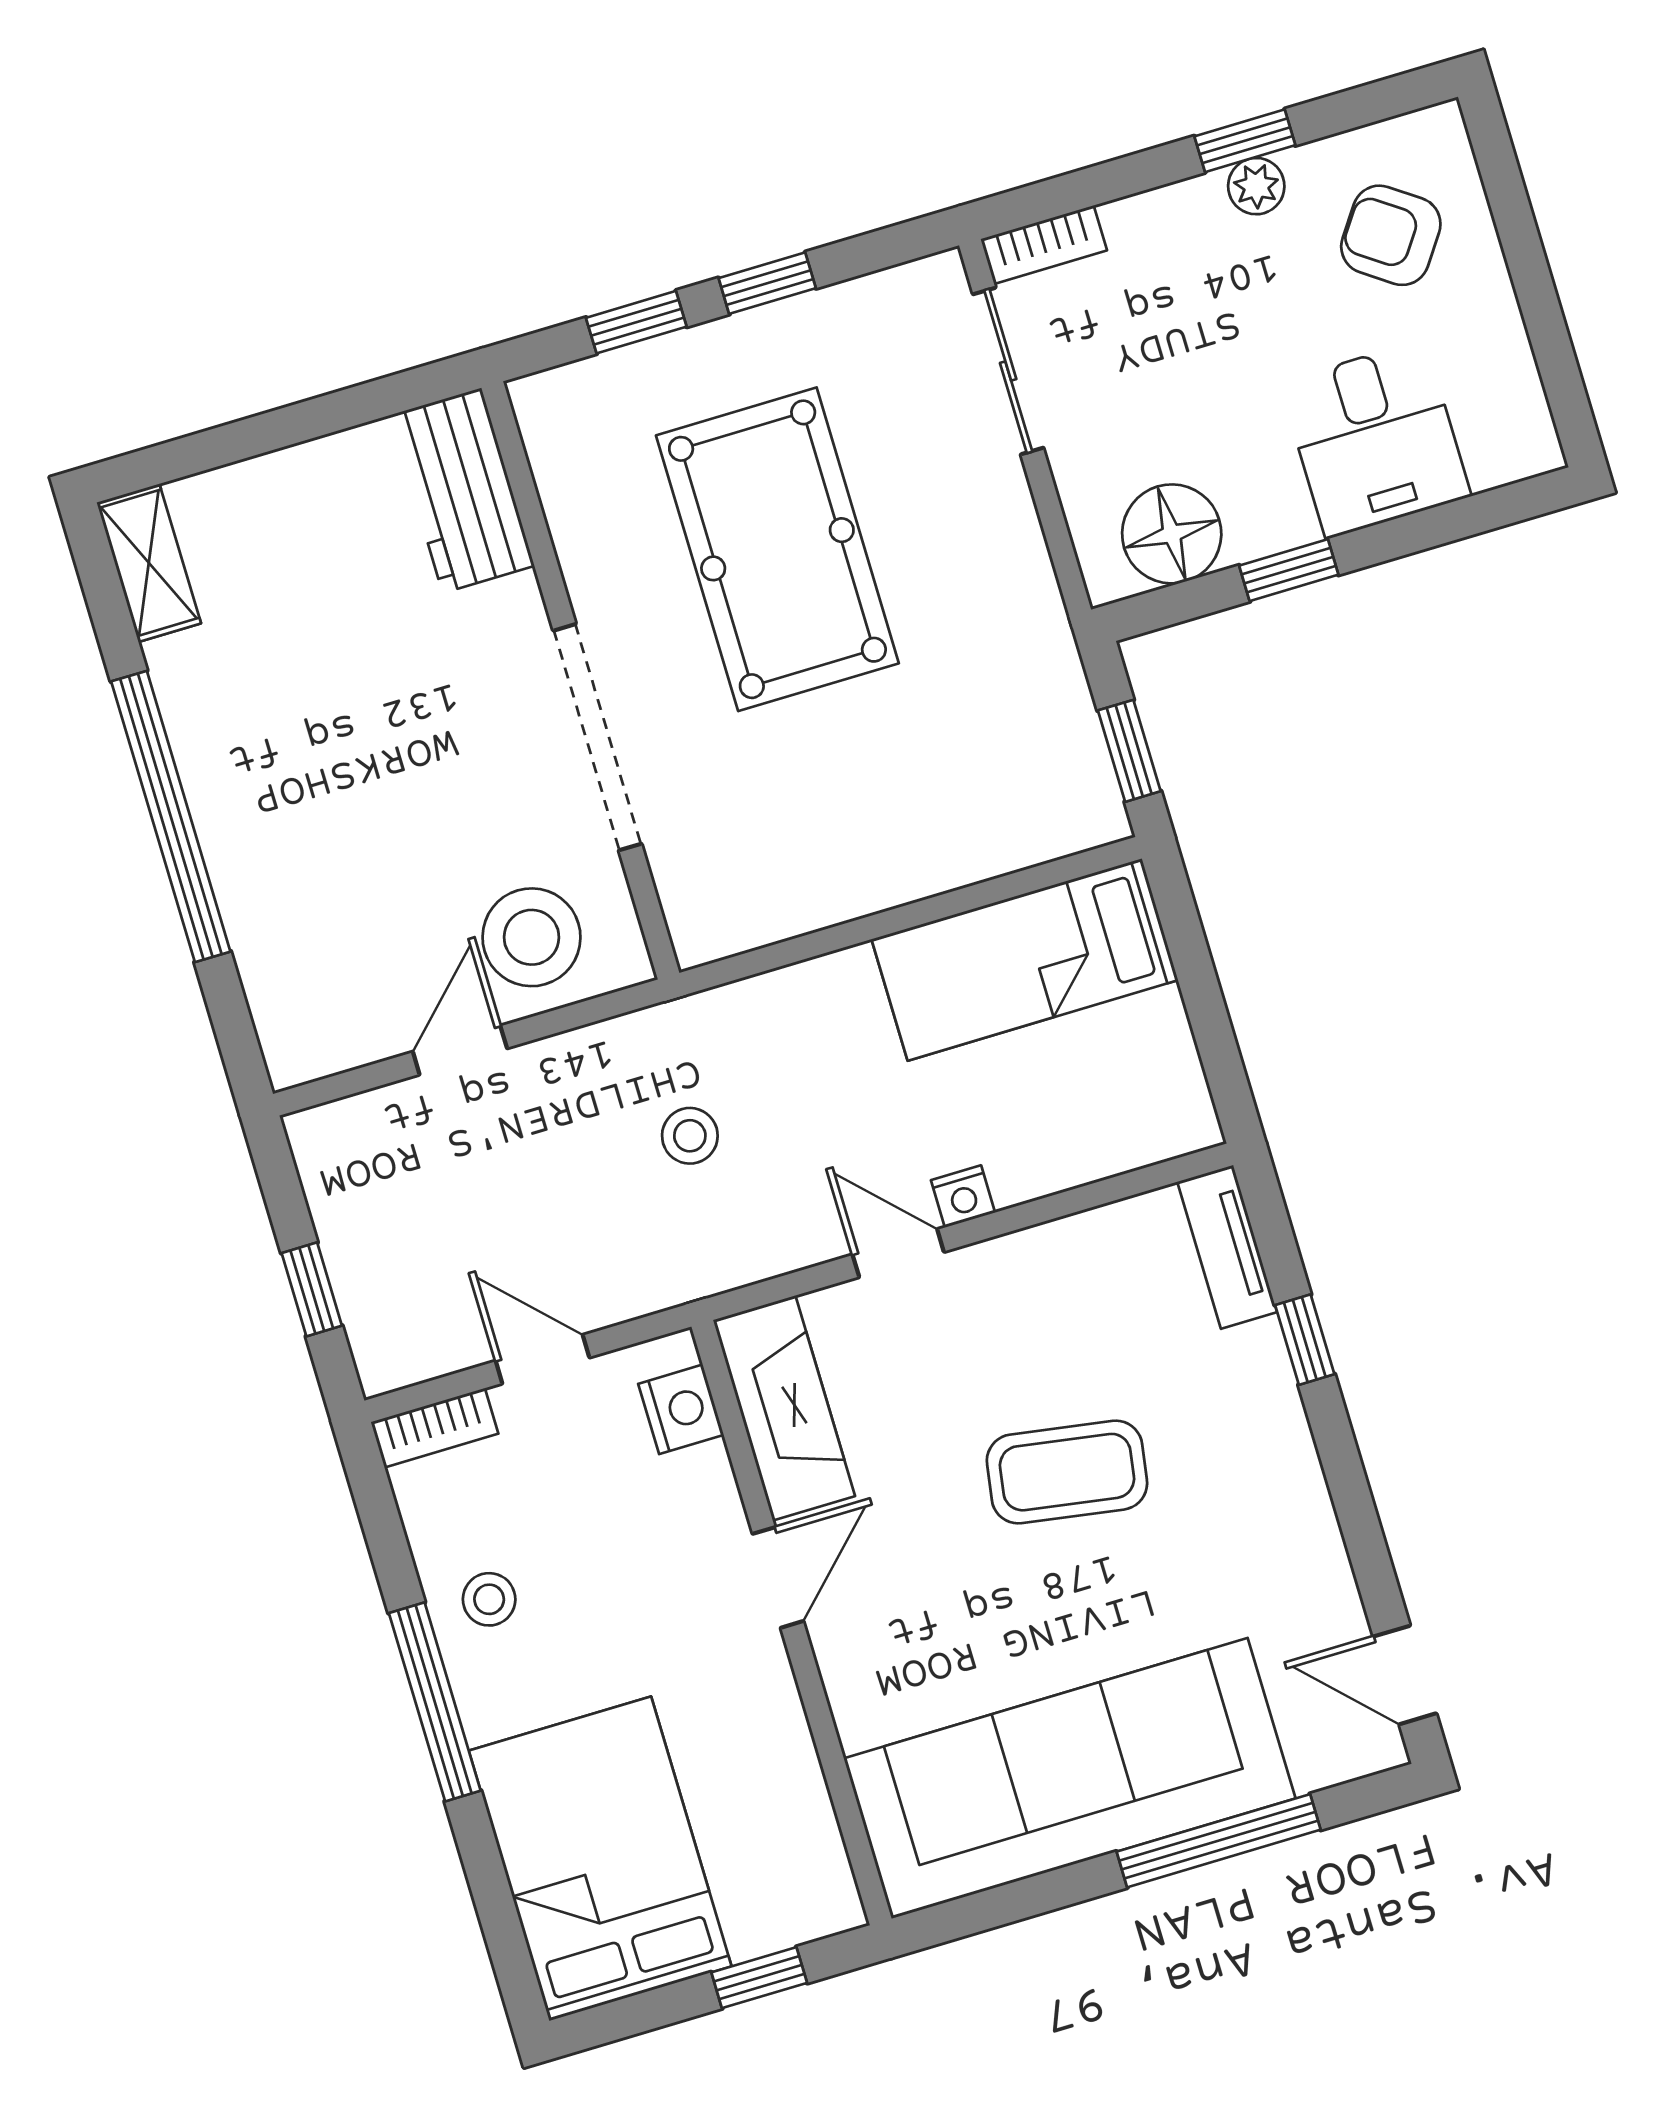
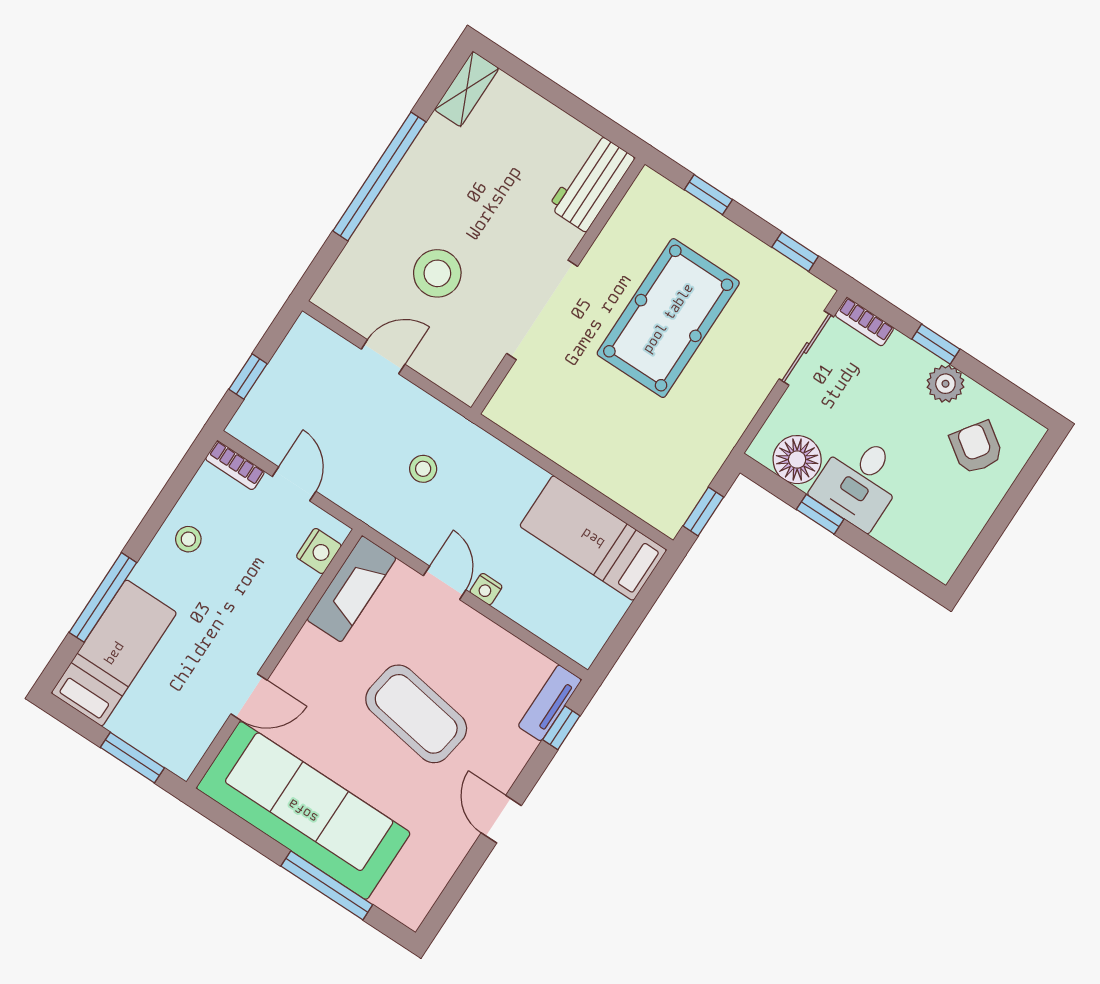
window: (1245, 141) -> (936, 344), moved
plant: (1256, 186) -> (945, 384), width x1.38, depth x1.38
window: (767, 283) -> (795, 252), moved
desk: (1375, 439) -> (859, 481), moved
stool: (532, 937) -> (437, 273), moved
window: (1305, 1340) -> (561, 728), moved
coffee table: (1067, 1472) -> (416, 714), width x1.36, depth x1.32
door: (778, 1577) -> (249, 697), moved
door: (1405, 1675) -> (501, 819), moved
window: (435, 1702) -> (103, 597), moved
bed: (600, 1859) -> (114, 653), width x0.67
window: (759, 1978) -> (132, 758), width x1.50

